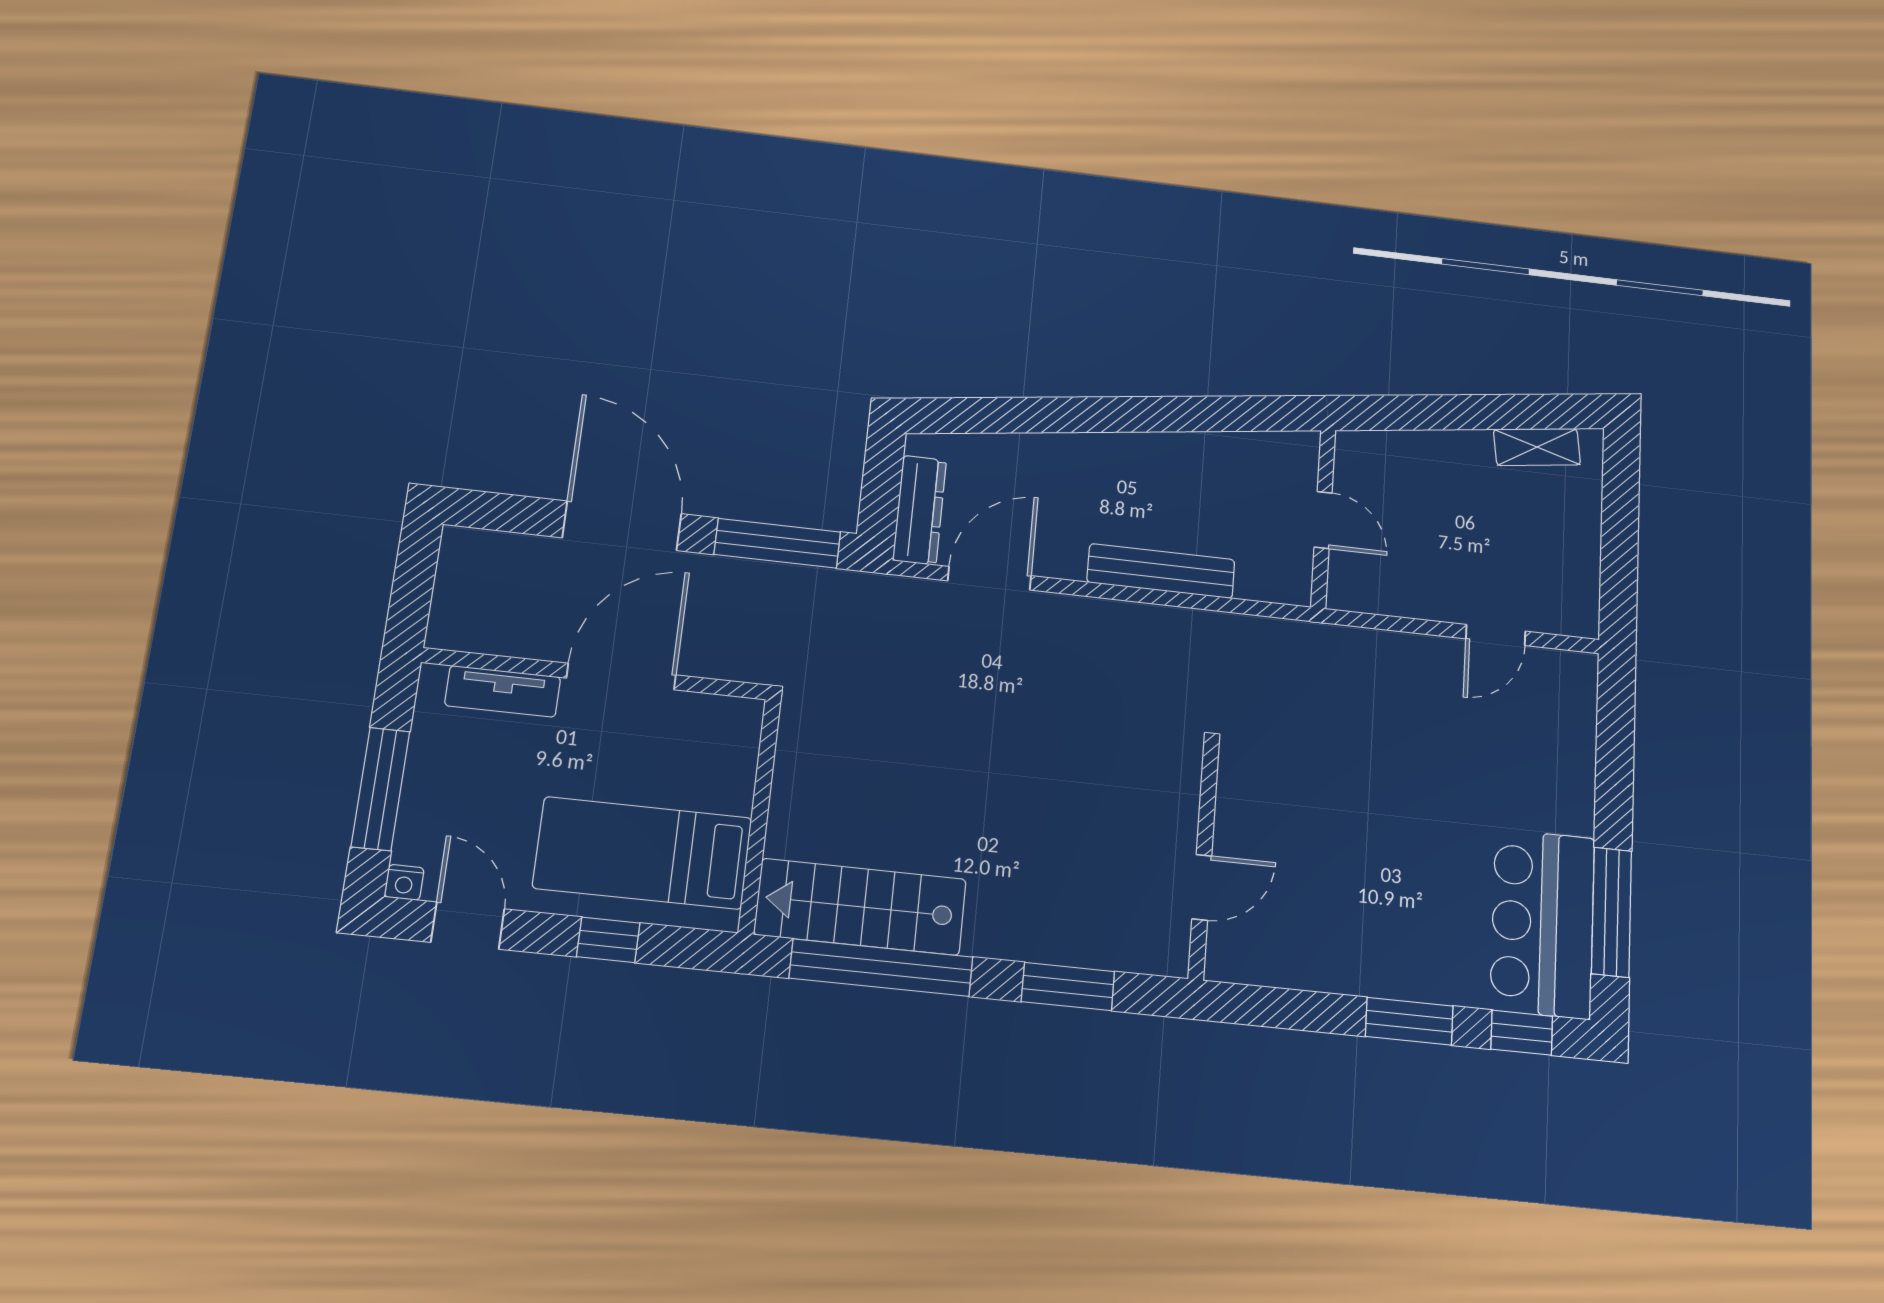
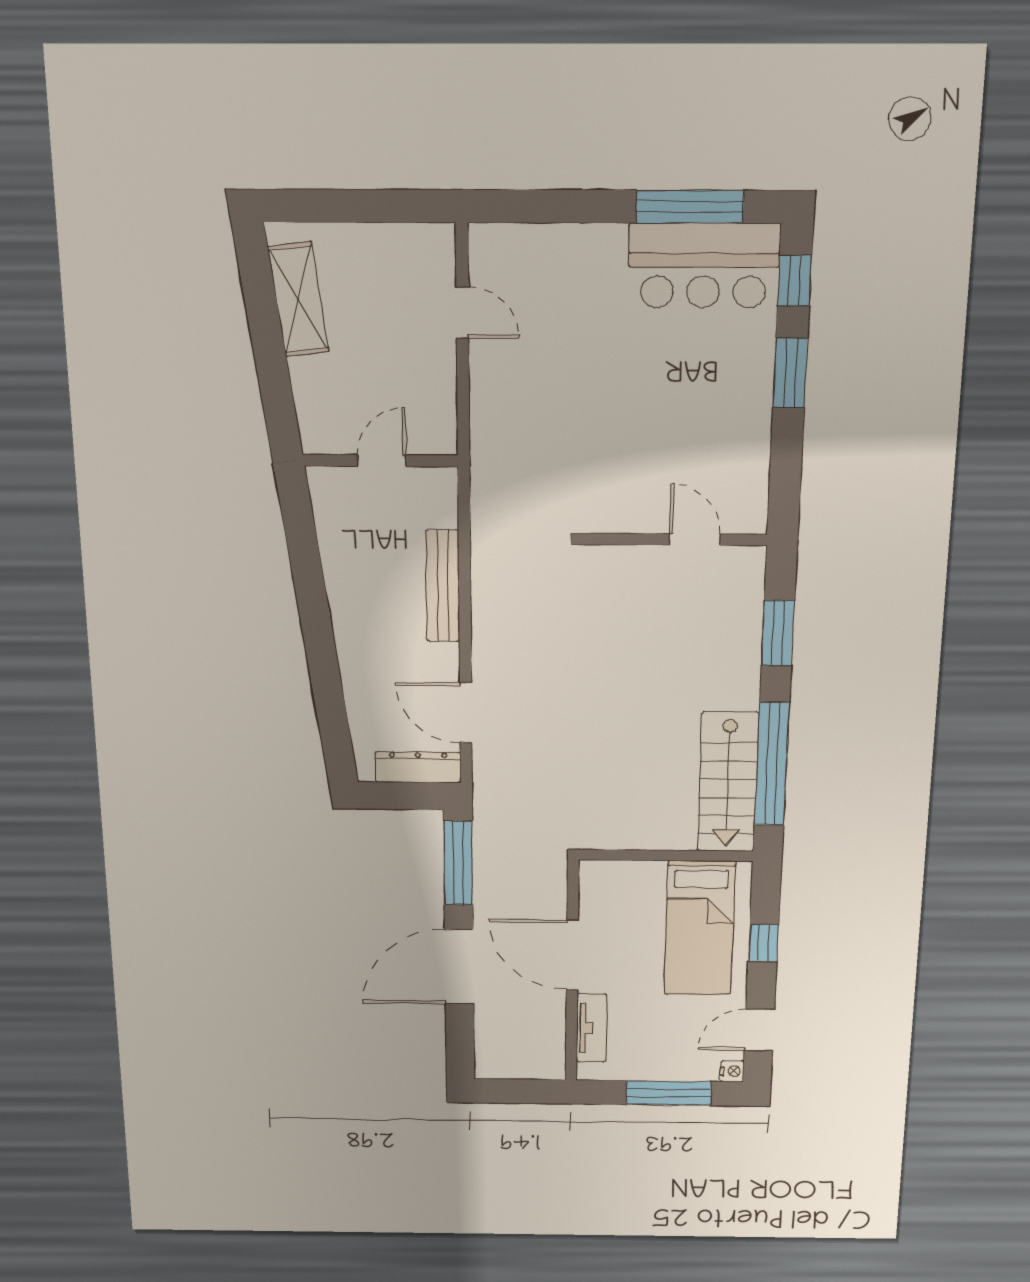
shelving: (1537, 447) -> (298, 299), width x1.50, depth x1.33

